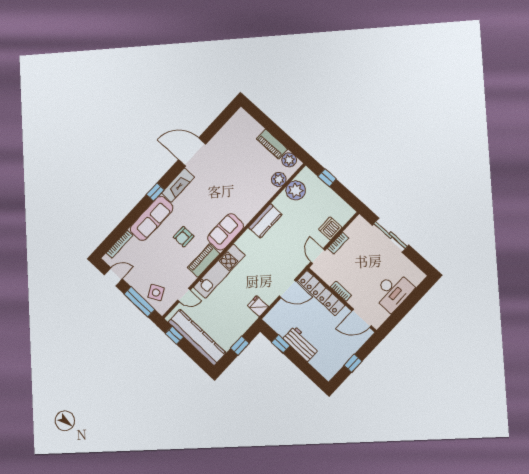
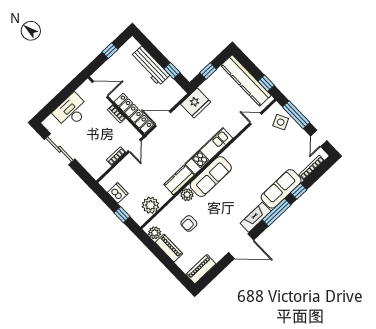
plant: (279, 179) -> (187, 195), moved
window: (155, 192) -> (277, 212), width x2.17
window: (132, 217) -> (299, 191), added
dishwasher: (330, 228) -> (118, 193), moved, turned -90
sofa: (226, 232) -> (211, 177), width x1.36
sliding door: (391, 235) -> (60, 149), moved
armchair: (184, 237) -> (189, 223), moved, turned 180
piano: (204, 261) -> (201, 269), moved, turned 180
kitchen unit: (219, 271) -> (209, 151), moved
door: (113, 277) -> (319, 138), hinge flipped
fridge: (258, 306) -> (196, 103), width x1.88, depth x1.34
workbench: (301, 344) -> (150, 66), width x1.38

